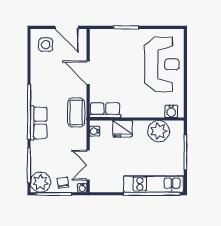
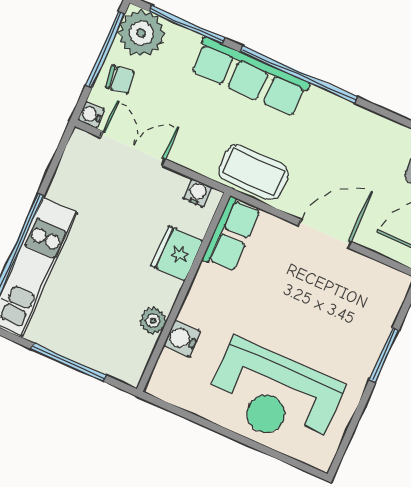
water cooler: (171, 111) -> (182, 339), moved
row of seats: (39, 123) -> (250, 77), width x1.48
plant: (159, 131) -> (153, 321), width x0.53, depth x0.53

